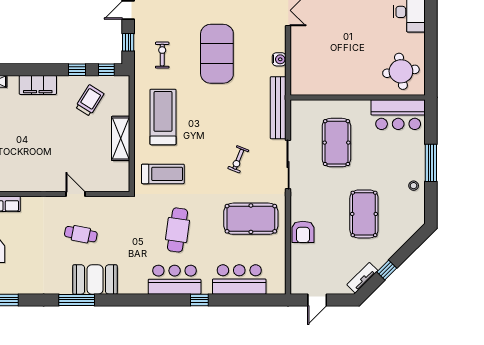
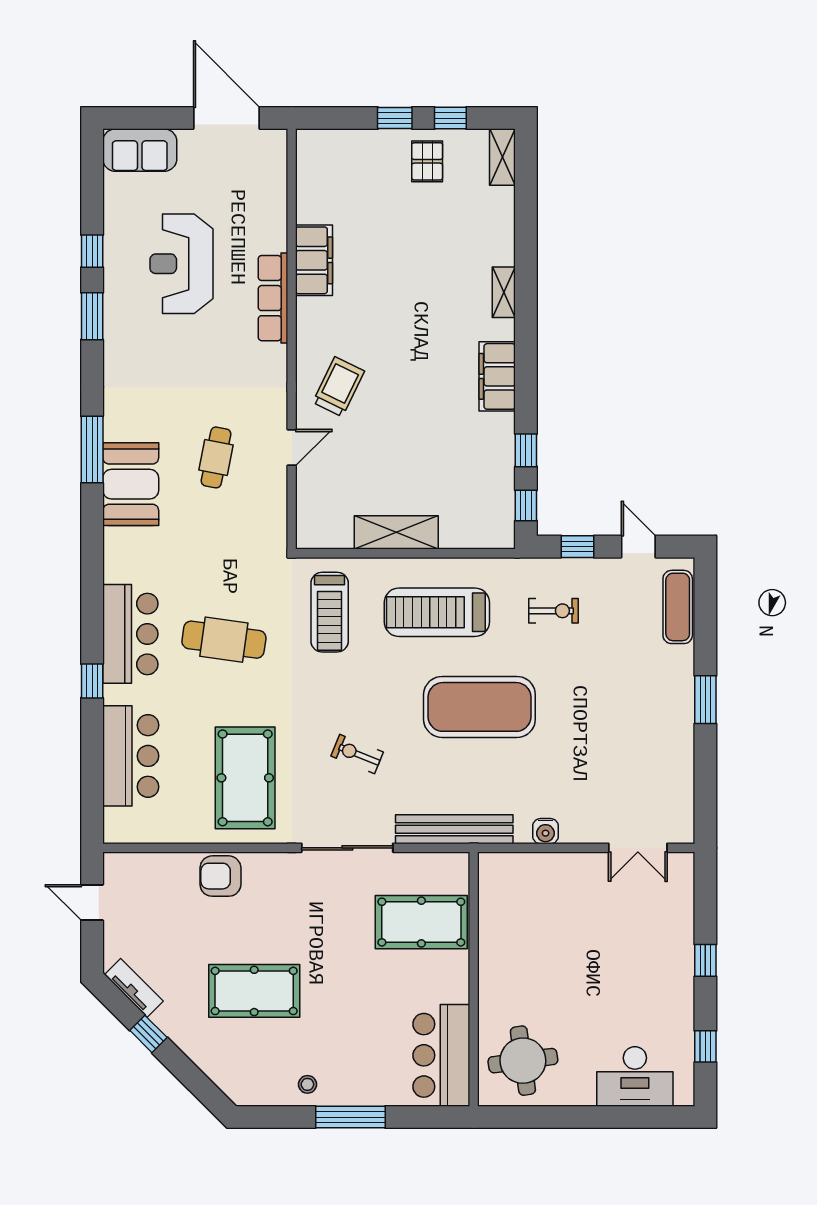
exercise mat: (217, 54) -> (479, 707), moved
trolley: (90, 100) -> (339, 387), moved, turned -96
treadmill: (163, 117) -> (437, 612), turned 180
pool table: (336, 143) -> (421, 922), moved

